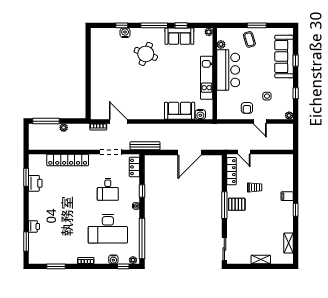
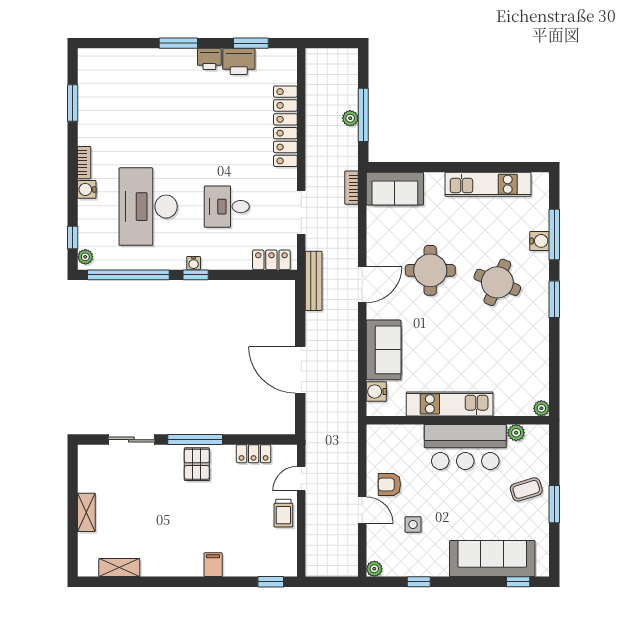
window: (122, 25) -> (554, 235), width x2.17
window: (154, 25) -> (554, 299), width x0.69
window: (181, 25) -> (554, 353), removed
sofa: (179, 36) -> (395, 189), moved, turned -90
kitchen unit: (97, 59) -> (488, 184), added
window: (296, 61) -> (518, 582), moved
round table: (140, 87) -> (430, 270), added
window: (46, 121) -> (363, 115), moved
door: (118, 122) -> (362, 285), moved
door: (260, 122) -> (362, 510), swing flipped
locker: (232, 171) -> (254, 454), width x0.66
trolley: (255, 187) -> (283, 513), moved
window: (142, 191) -> (196, 275), moved
window: (296, 210) -> (271, 582), moved
printer: (34, 226) -> (209, 59), moved
window: (26, 241) -> (178, 43), moved
sliding door: (224, 249) -> (131, 440), moved
water cooler: (113, 259) -> (87, 189), moved

